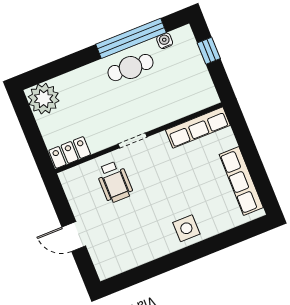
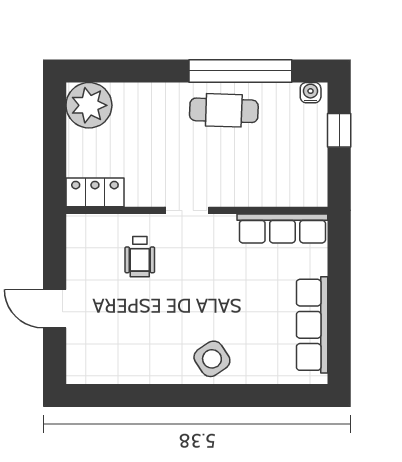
water cooler: (165, 41) -> (311, 93), moved
wheelchair: (115, 182) -> (140, 257), width x0.73, depth x0.73
side table: (186, 228) -> (212, 359), turned -34

